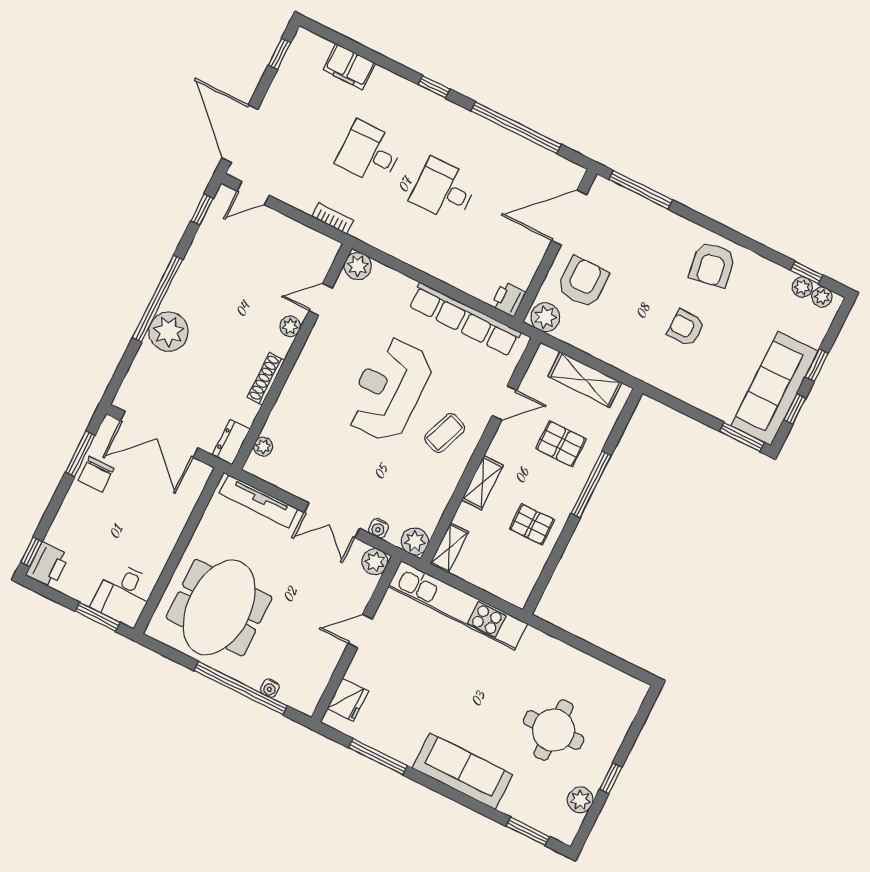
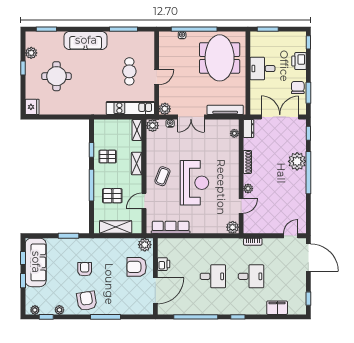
window: (641, 190) -> (106, 317), moved
window: (202, 210) -> (308, 133), moved
armchair: (583, 282) -> (137, 267), turned 90
plant: (802, 287) -> (59, 310), moved
printer: (508, 299) -> (164, 264), moved
row of seats: (465, 319) -> (171, 227), width x0.73
armchair: (686, 328) -> (85, 269), turned -90
window: (742, 437) -> (68, 236), moved
double door: (332, 520) -> (191, 117), swing flipped
window: (557, 553) -> (92, 150), added
printer: (48, 565) -> (299, 61), moved
desk: (124, 594) -> (262, 69), moved, turned -90
kitchen unit: (458, 605) -> (130, 108), width x0.73
cafe table: (407, 669) -> (129, 71), added
fridge: (348, 700) -> (32, 107), moved, turned 180

